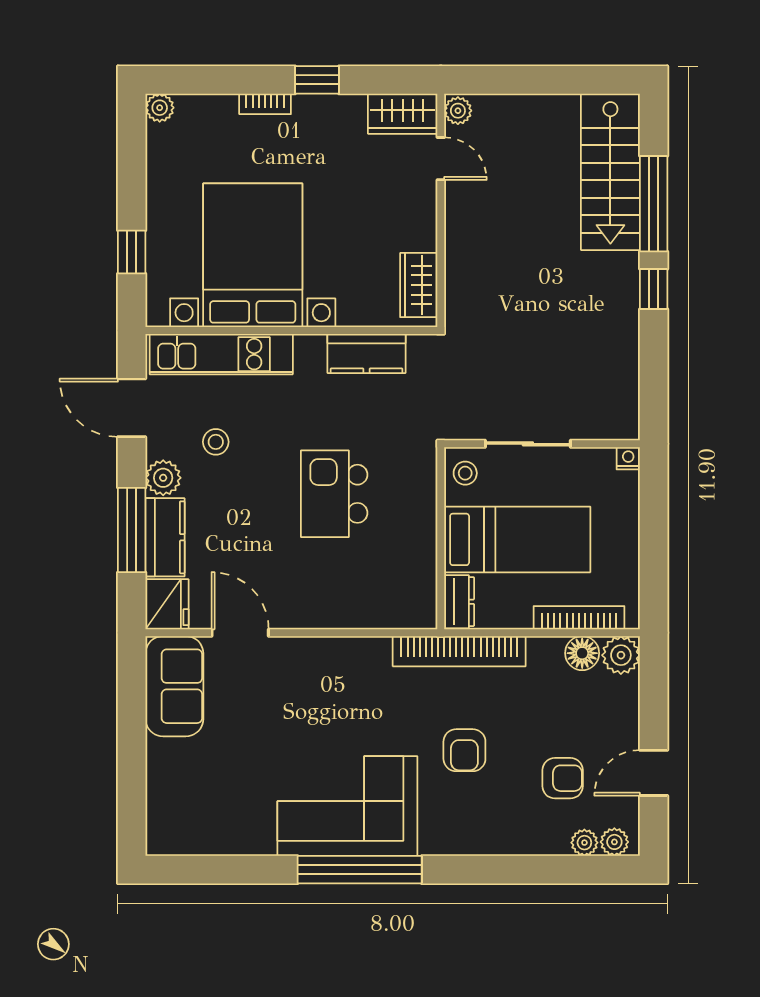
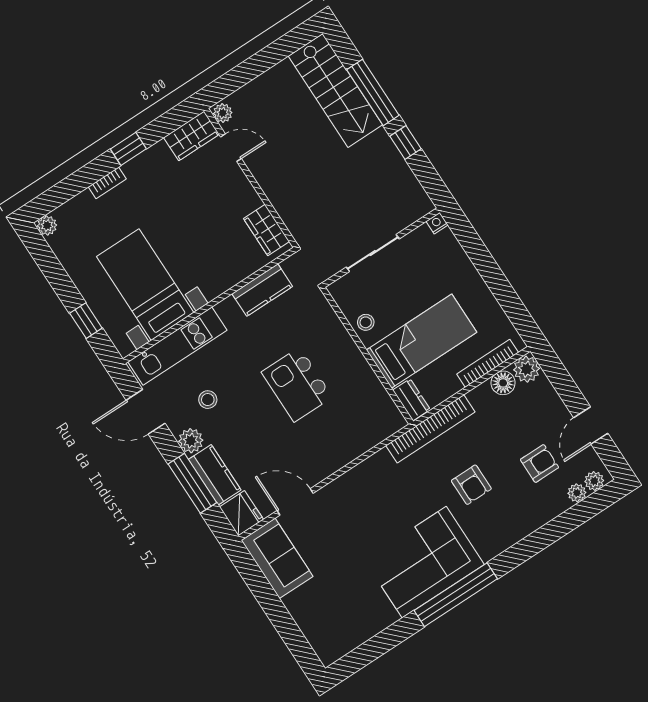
bed with nightstands: (253, 255) -> (145, 285), width x0.73
sliding door: (528, 444) -> (373, 253), moved
wall: (542, 444) -> (381, 248), moved
nightstand: (628, 458) -> (437, 223), moved

